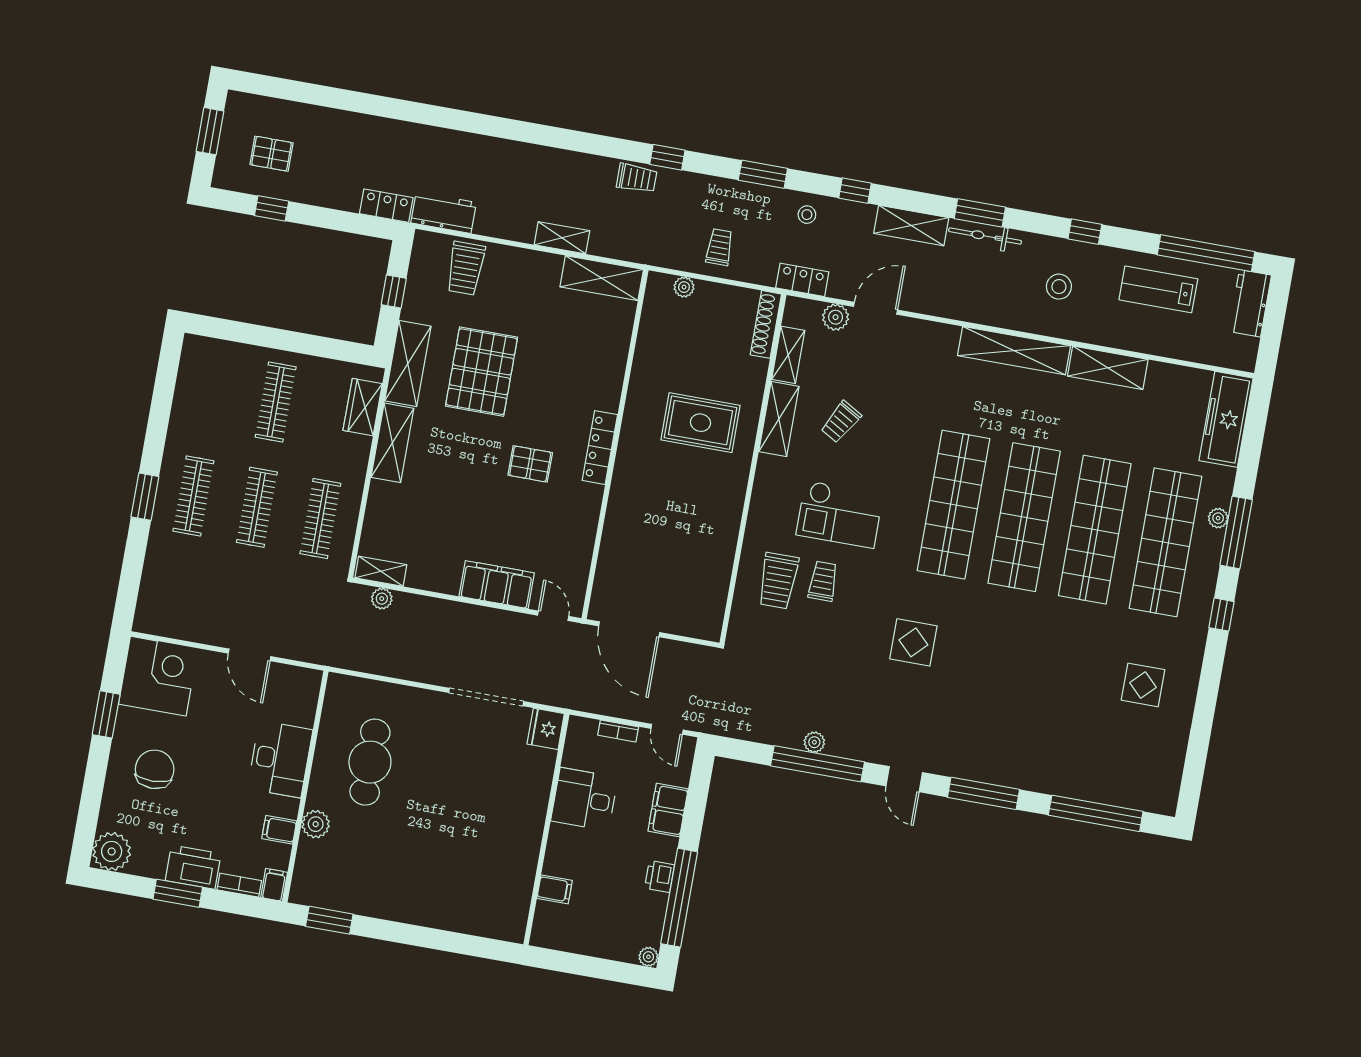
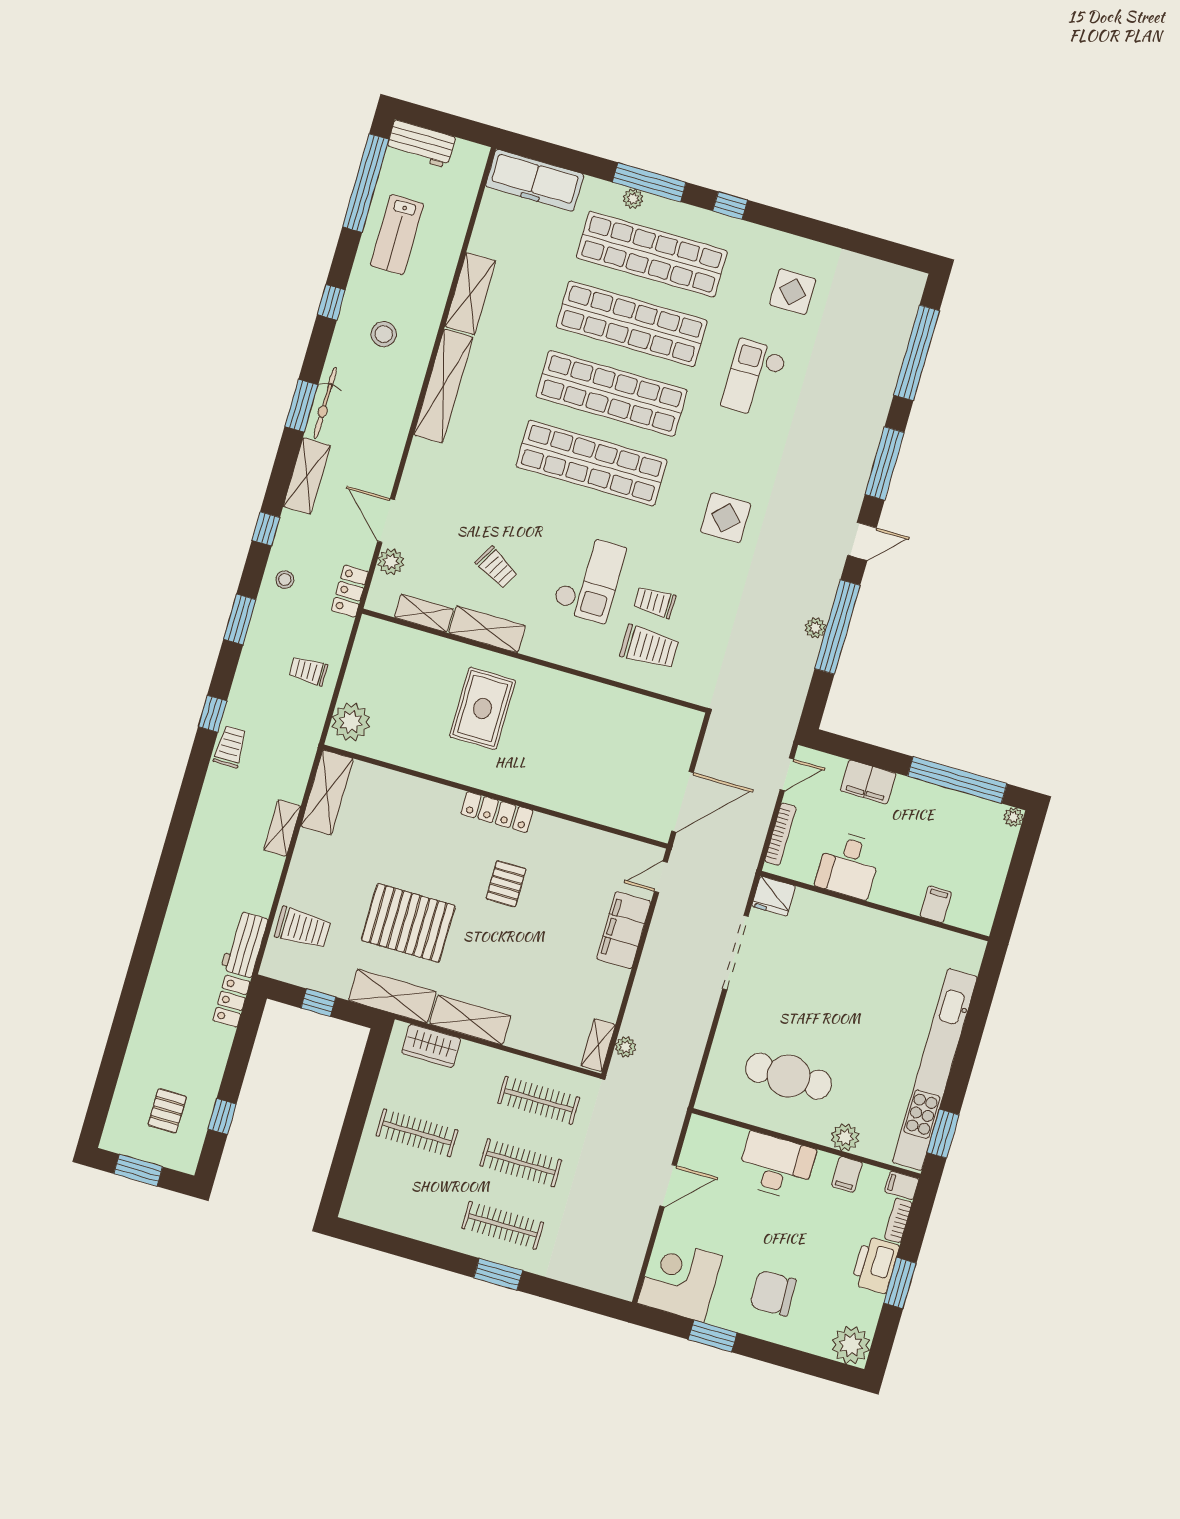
plant: (684, 287) -> (351, 722), width x1.88, depth x1.88
shoe rack: (766, 324) -> (391, 632), removed
checkout: (1054, 656) -> (754, 379), added
bookcase: (618, 731) -> (780, 834), width x1.56
printer: (660, 876) -> (934, 797), removed
kitchen unit: (392, 905) -> (935, 1069), added

